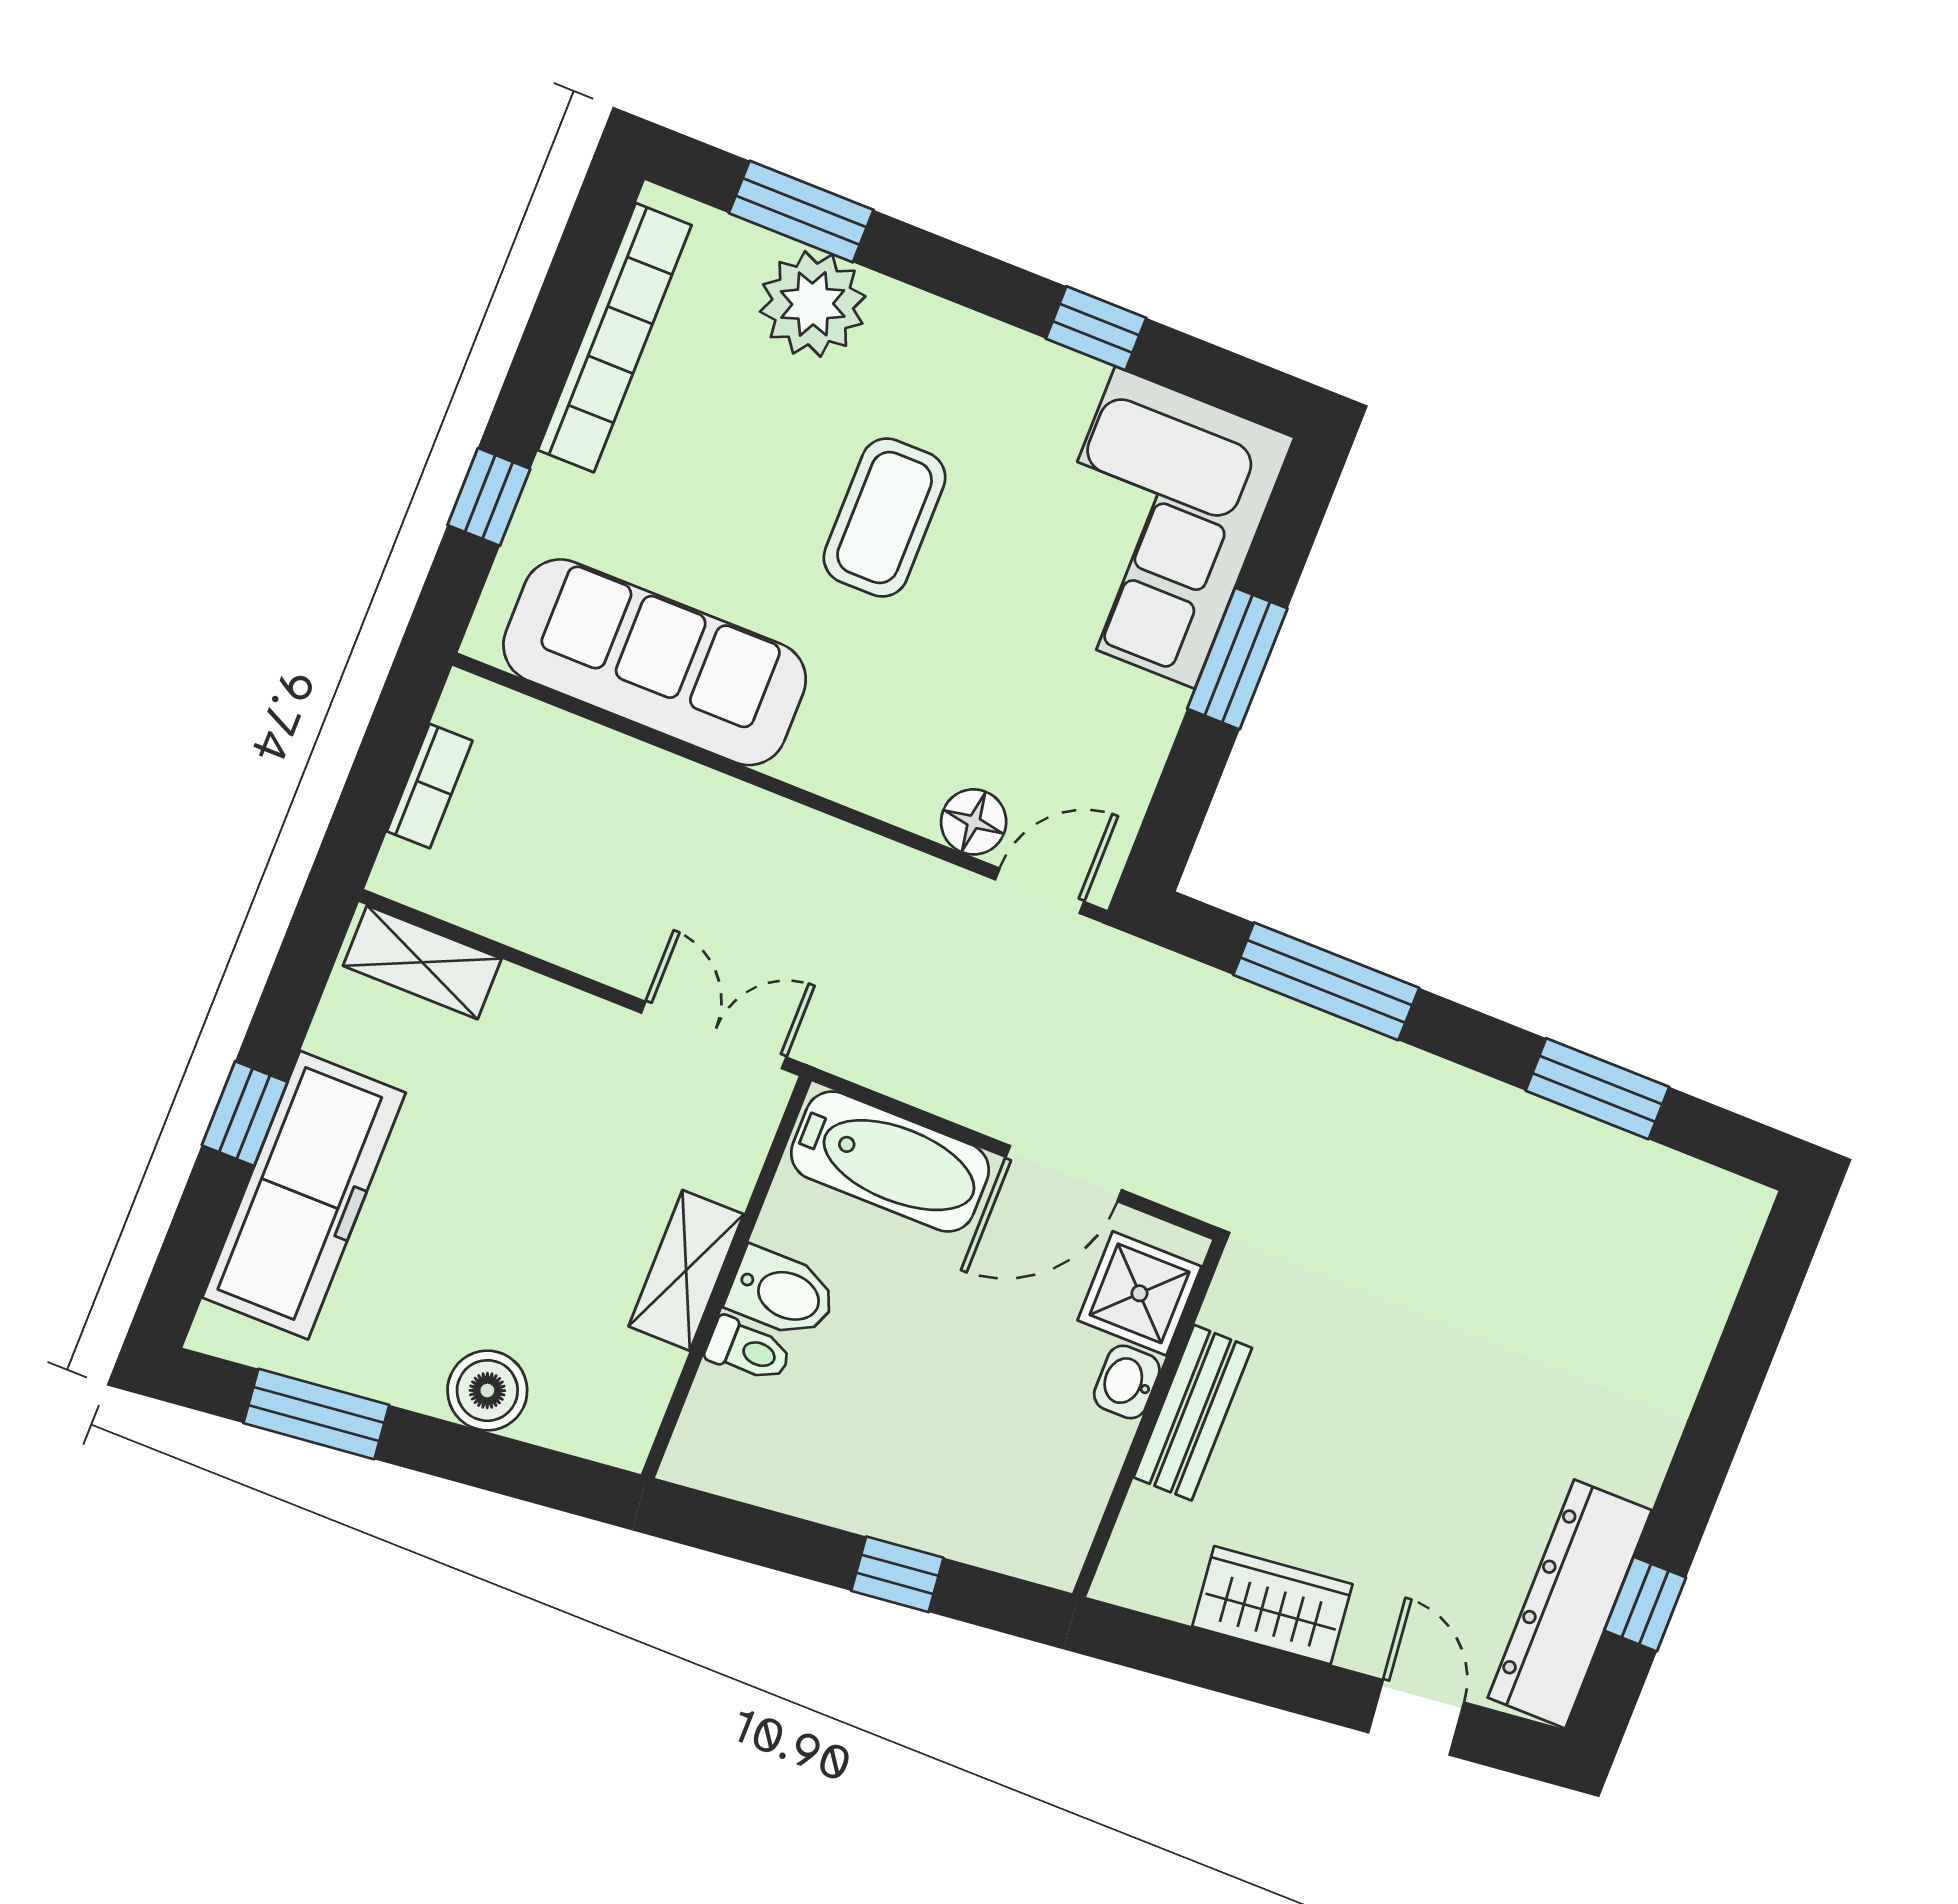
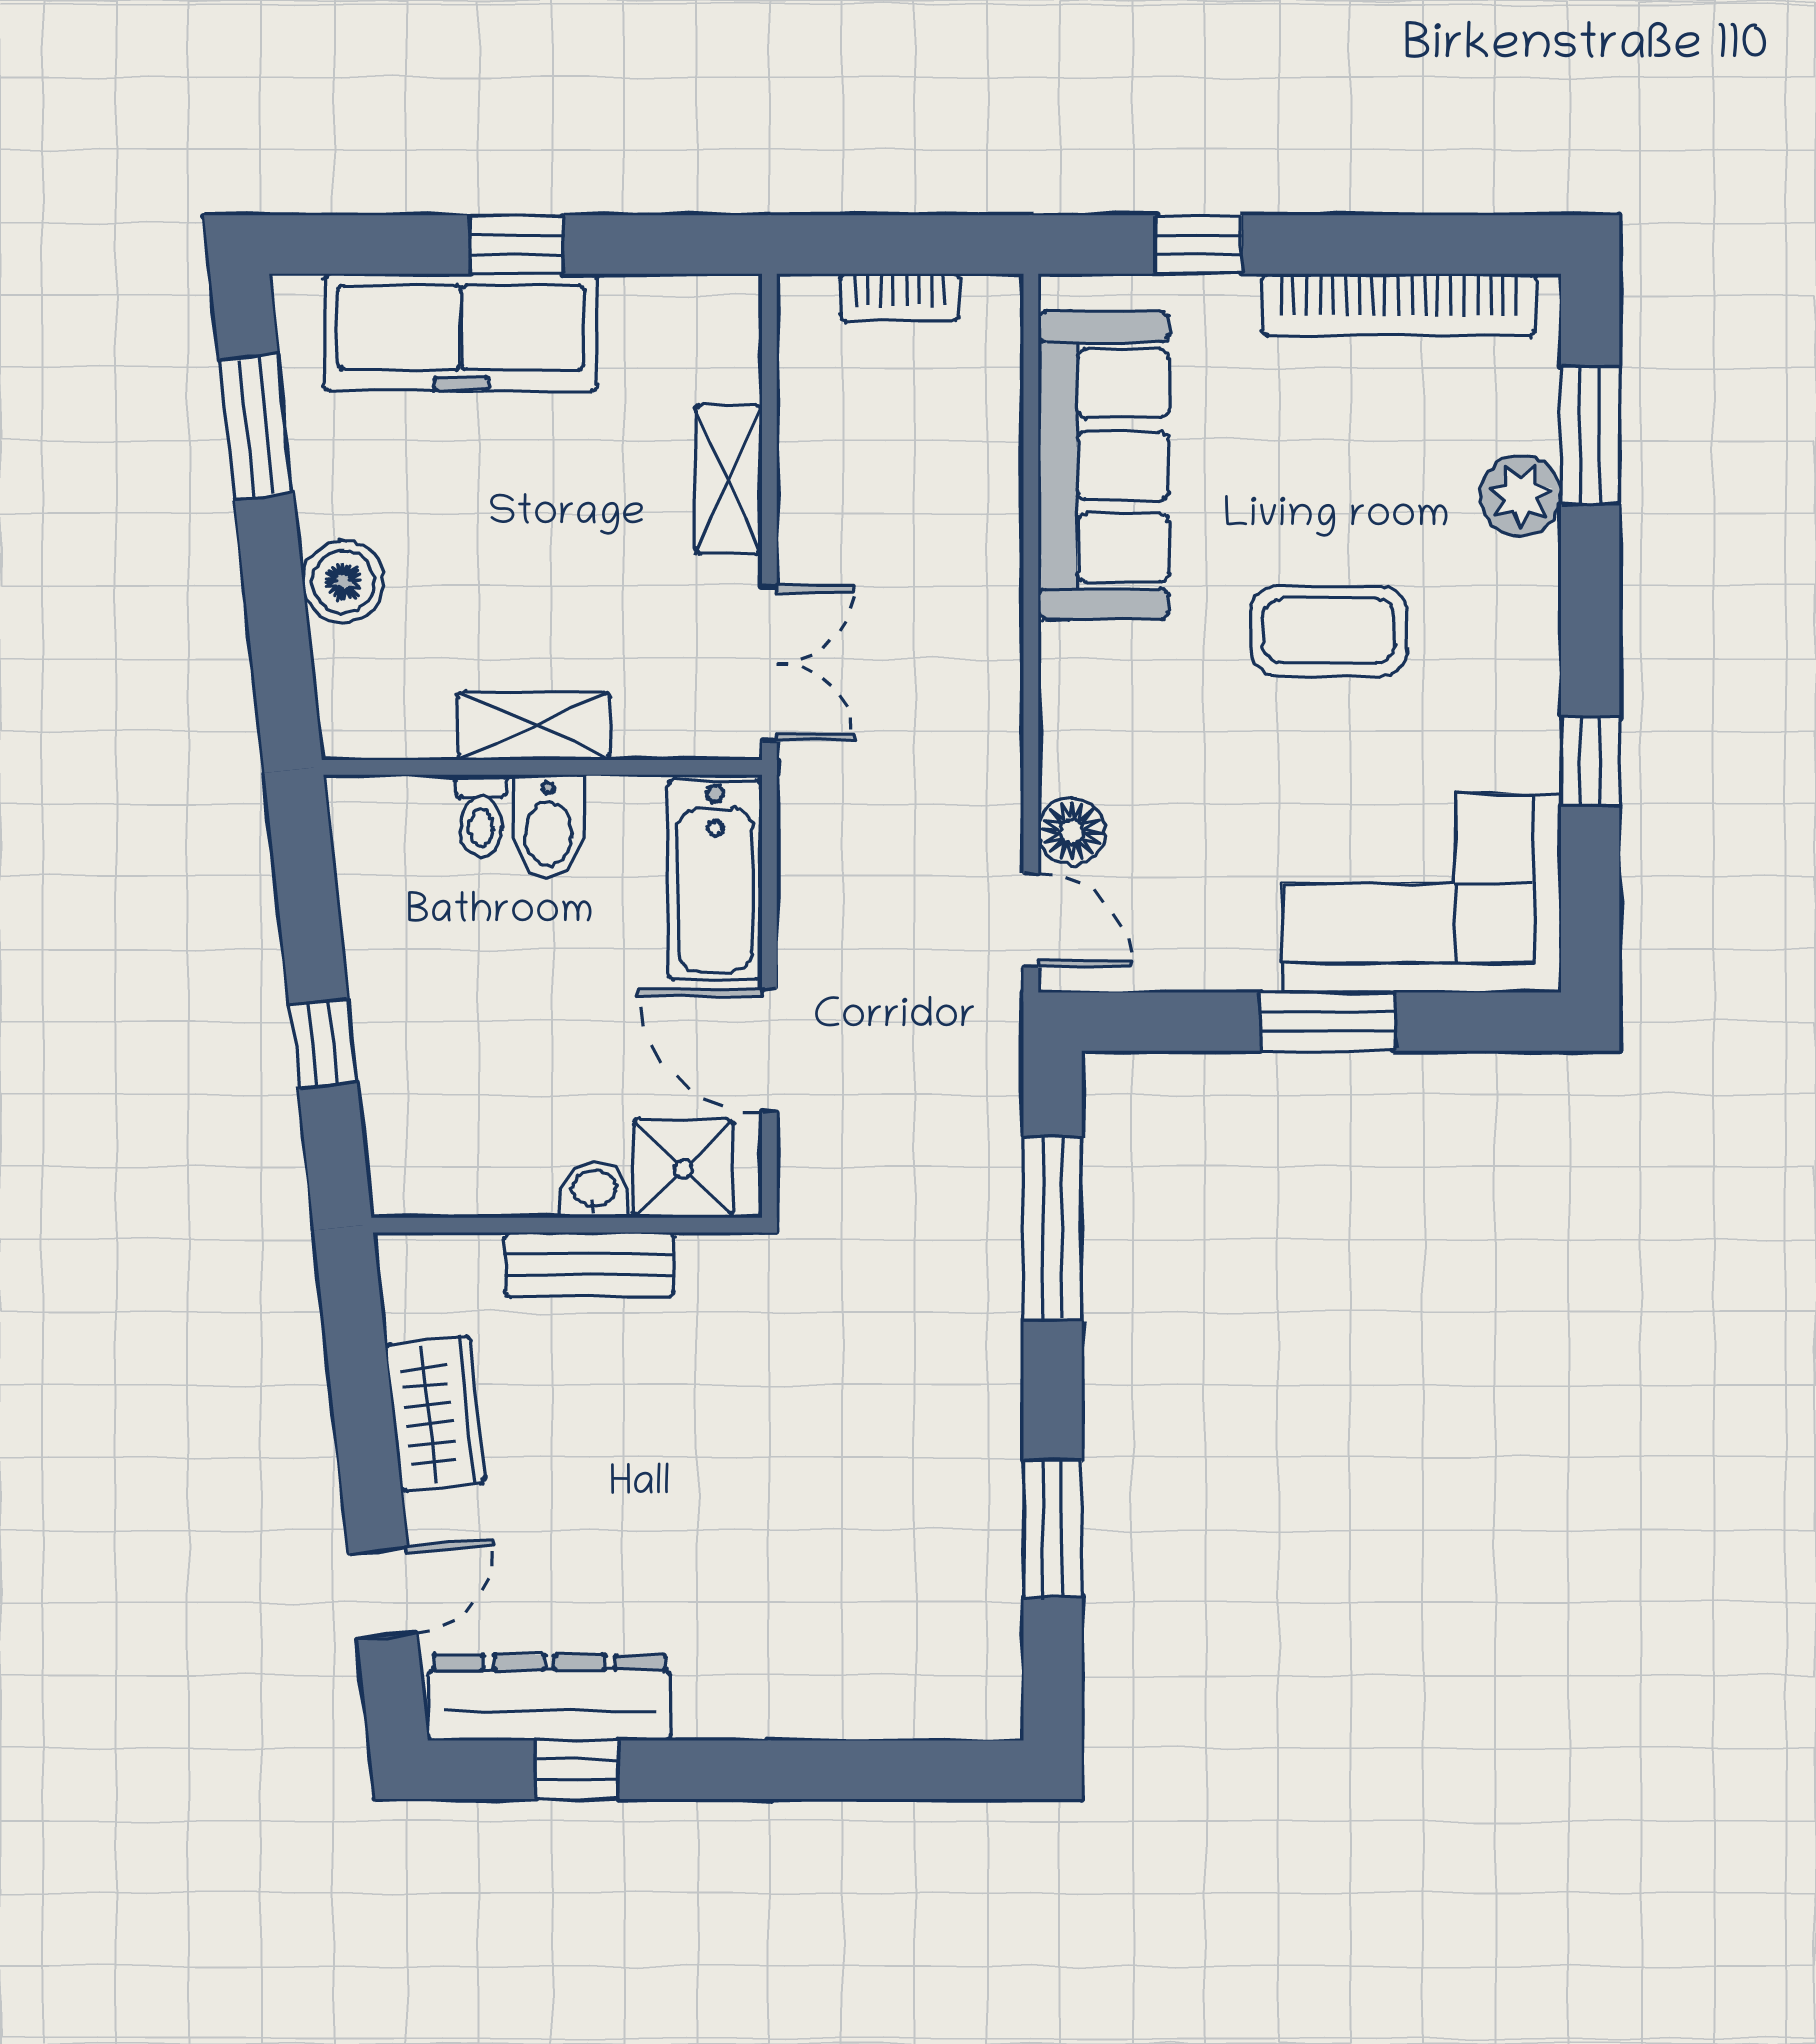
plant: (813, 304) -> (1521, 496), width x0.73, depth x0.73
shelving: (422, 962) -> (728, 479), moved

